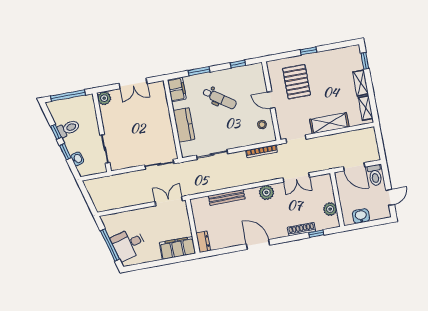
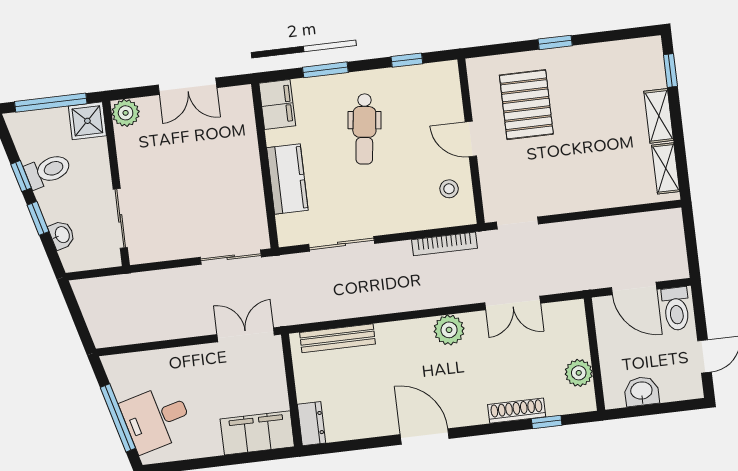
dental chair: (219, 98) -> (364, 129), turned 62
shower: (86, 103) -> (87, 121), added
shelving: (329, 123) -> (589, 195), removed
bench: (227, 197) -> (338, 338), moved

